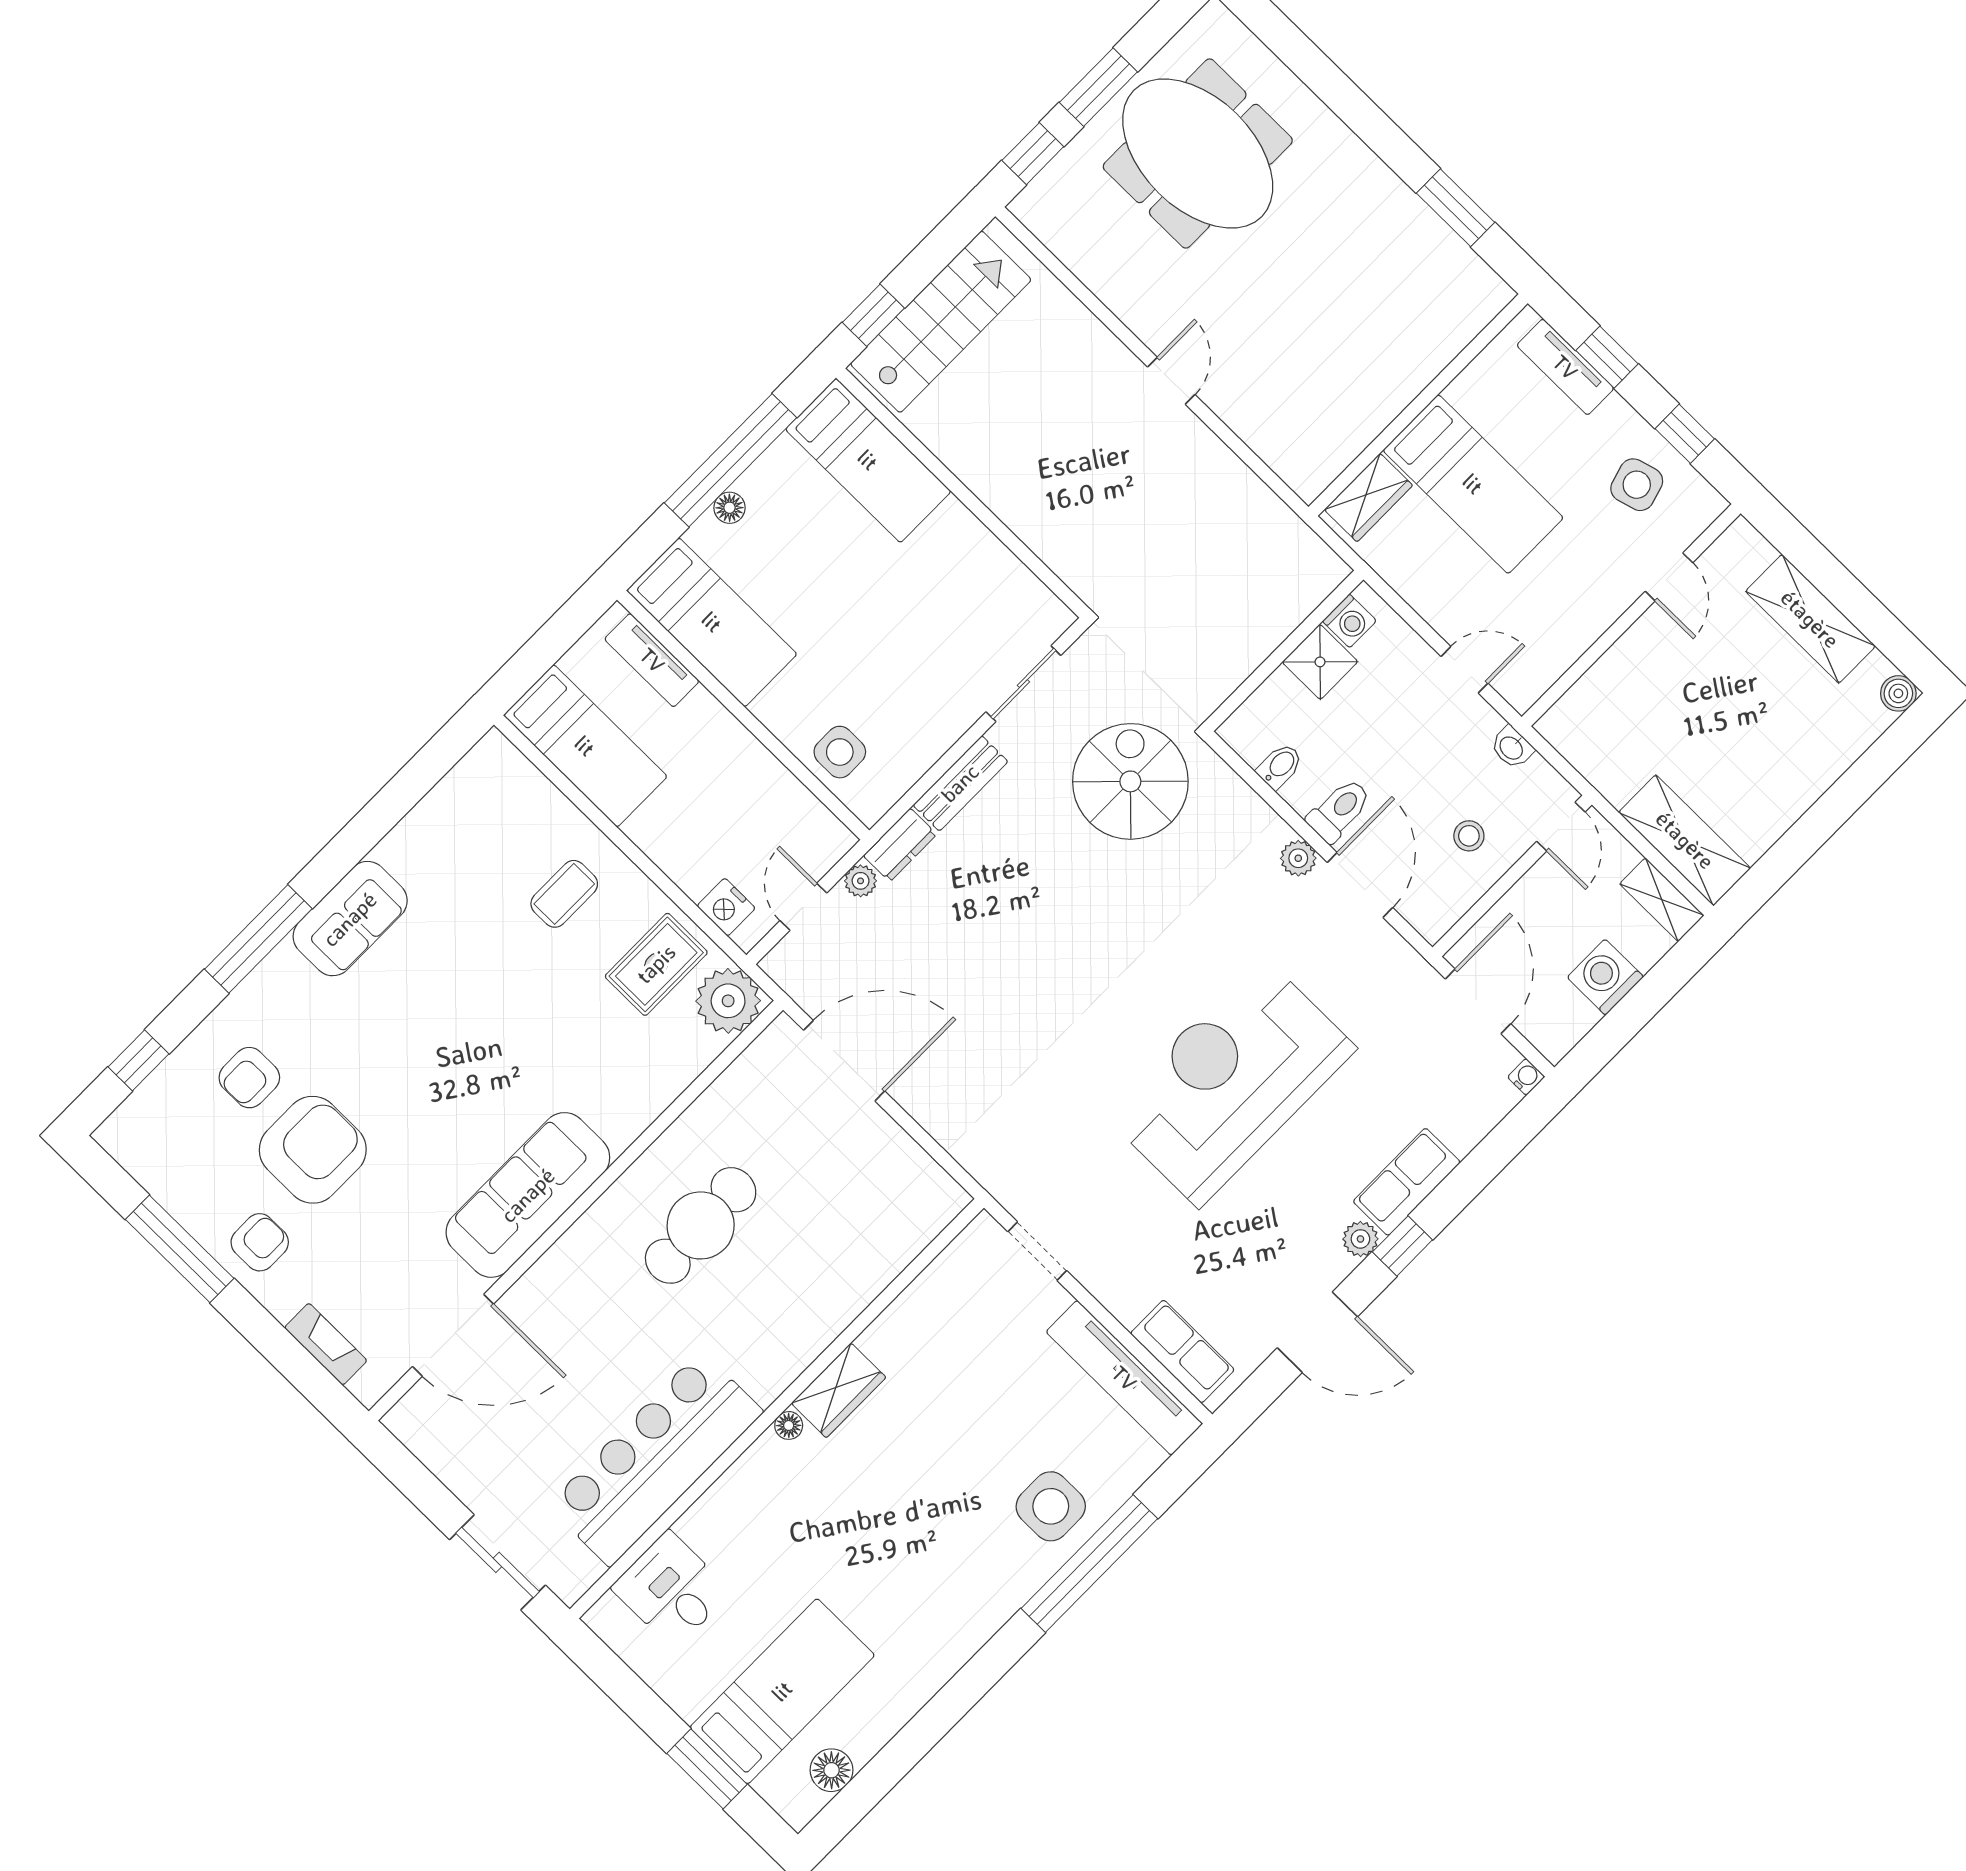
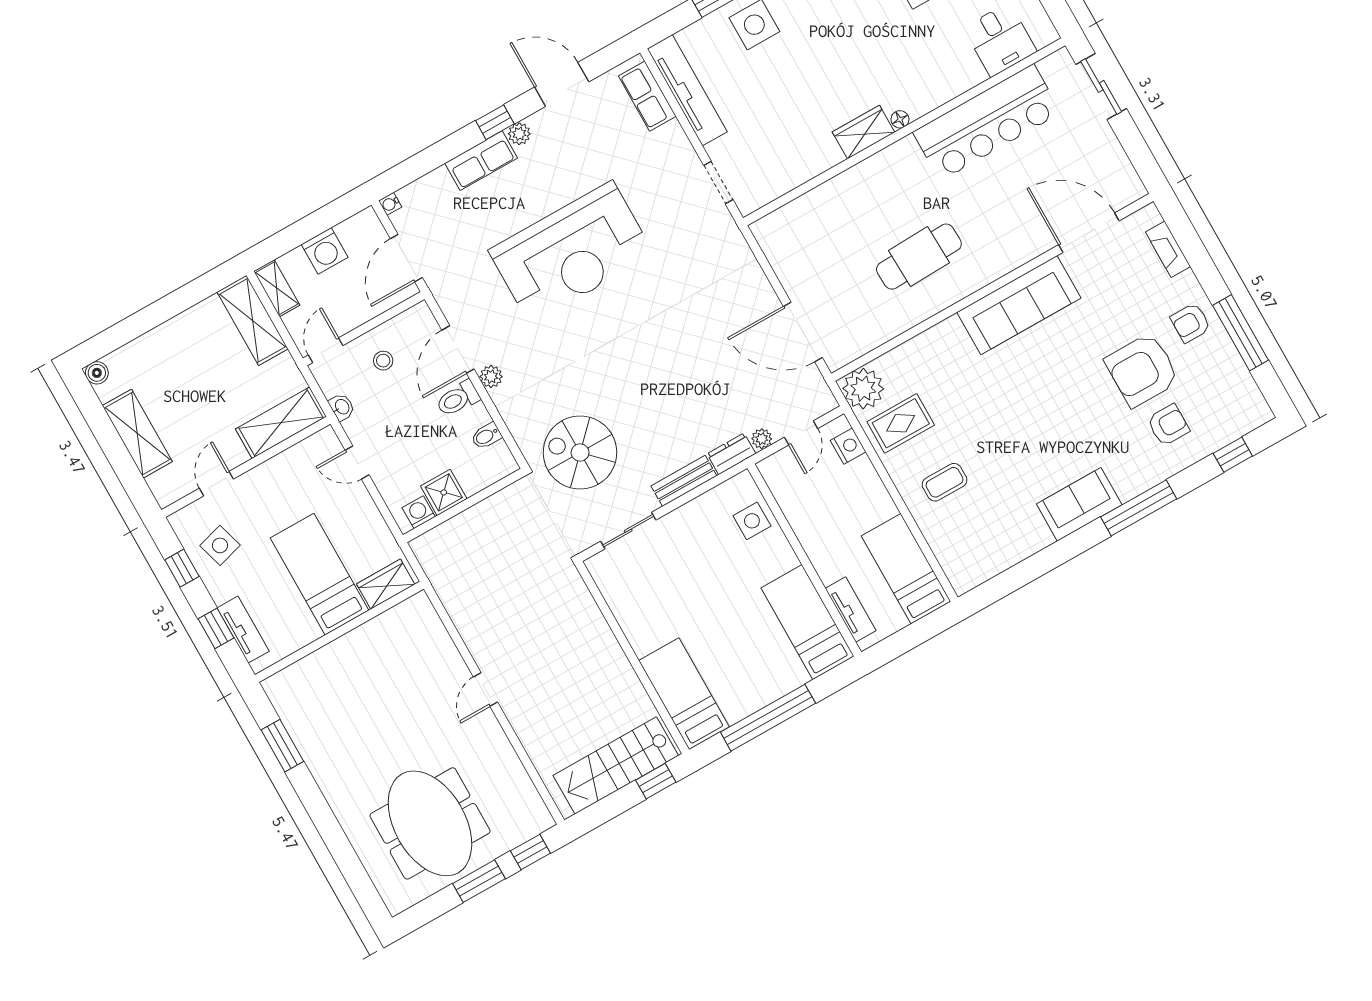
floor lamp: (730, 508) -> (777, 689), removed
shelving: (1597, 697) -> (281, 423), added
spiral stairs: (1130, 781) -> (580, 452), turned 90

